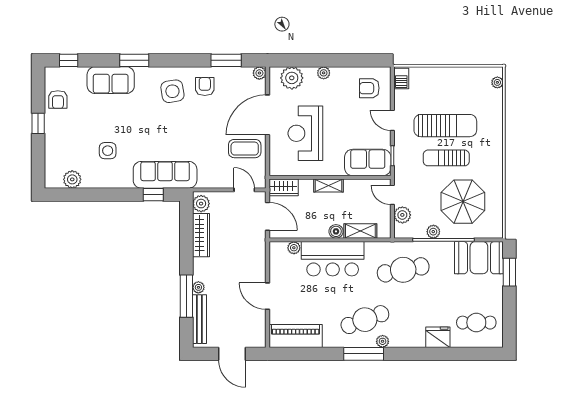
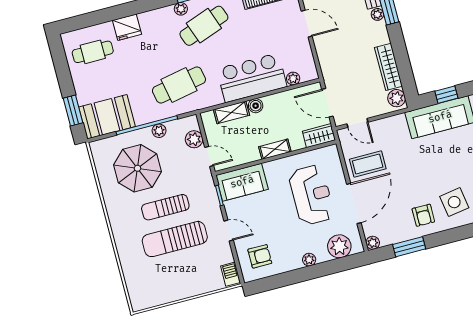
plant: (497, 82) -> (134, 295), removed
sun lounger: (446, 158) -> (165, 207), turned 180

